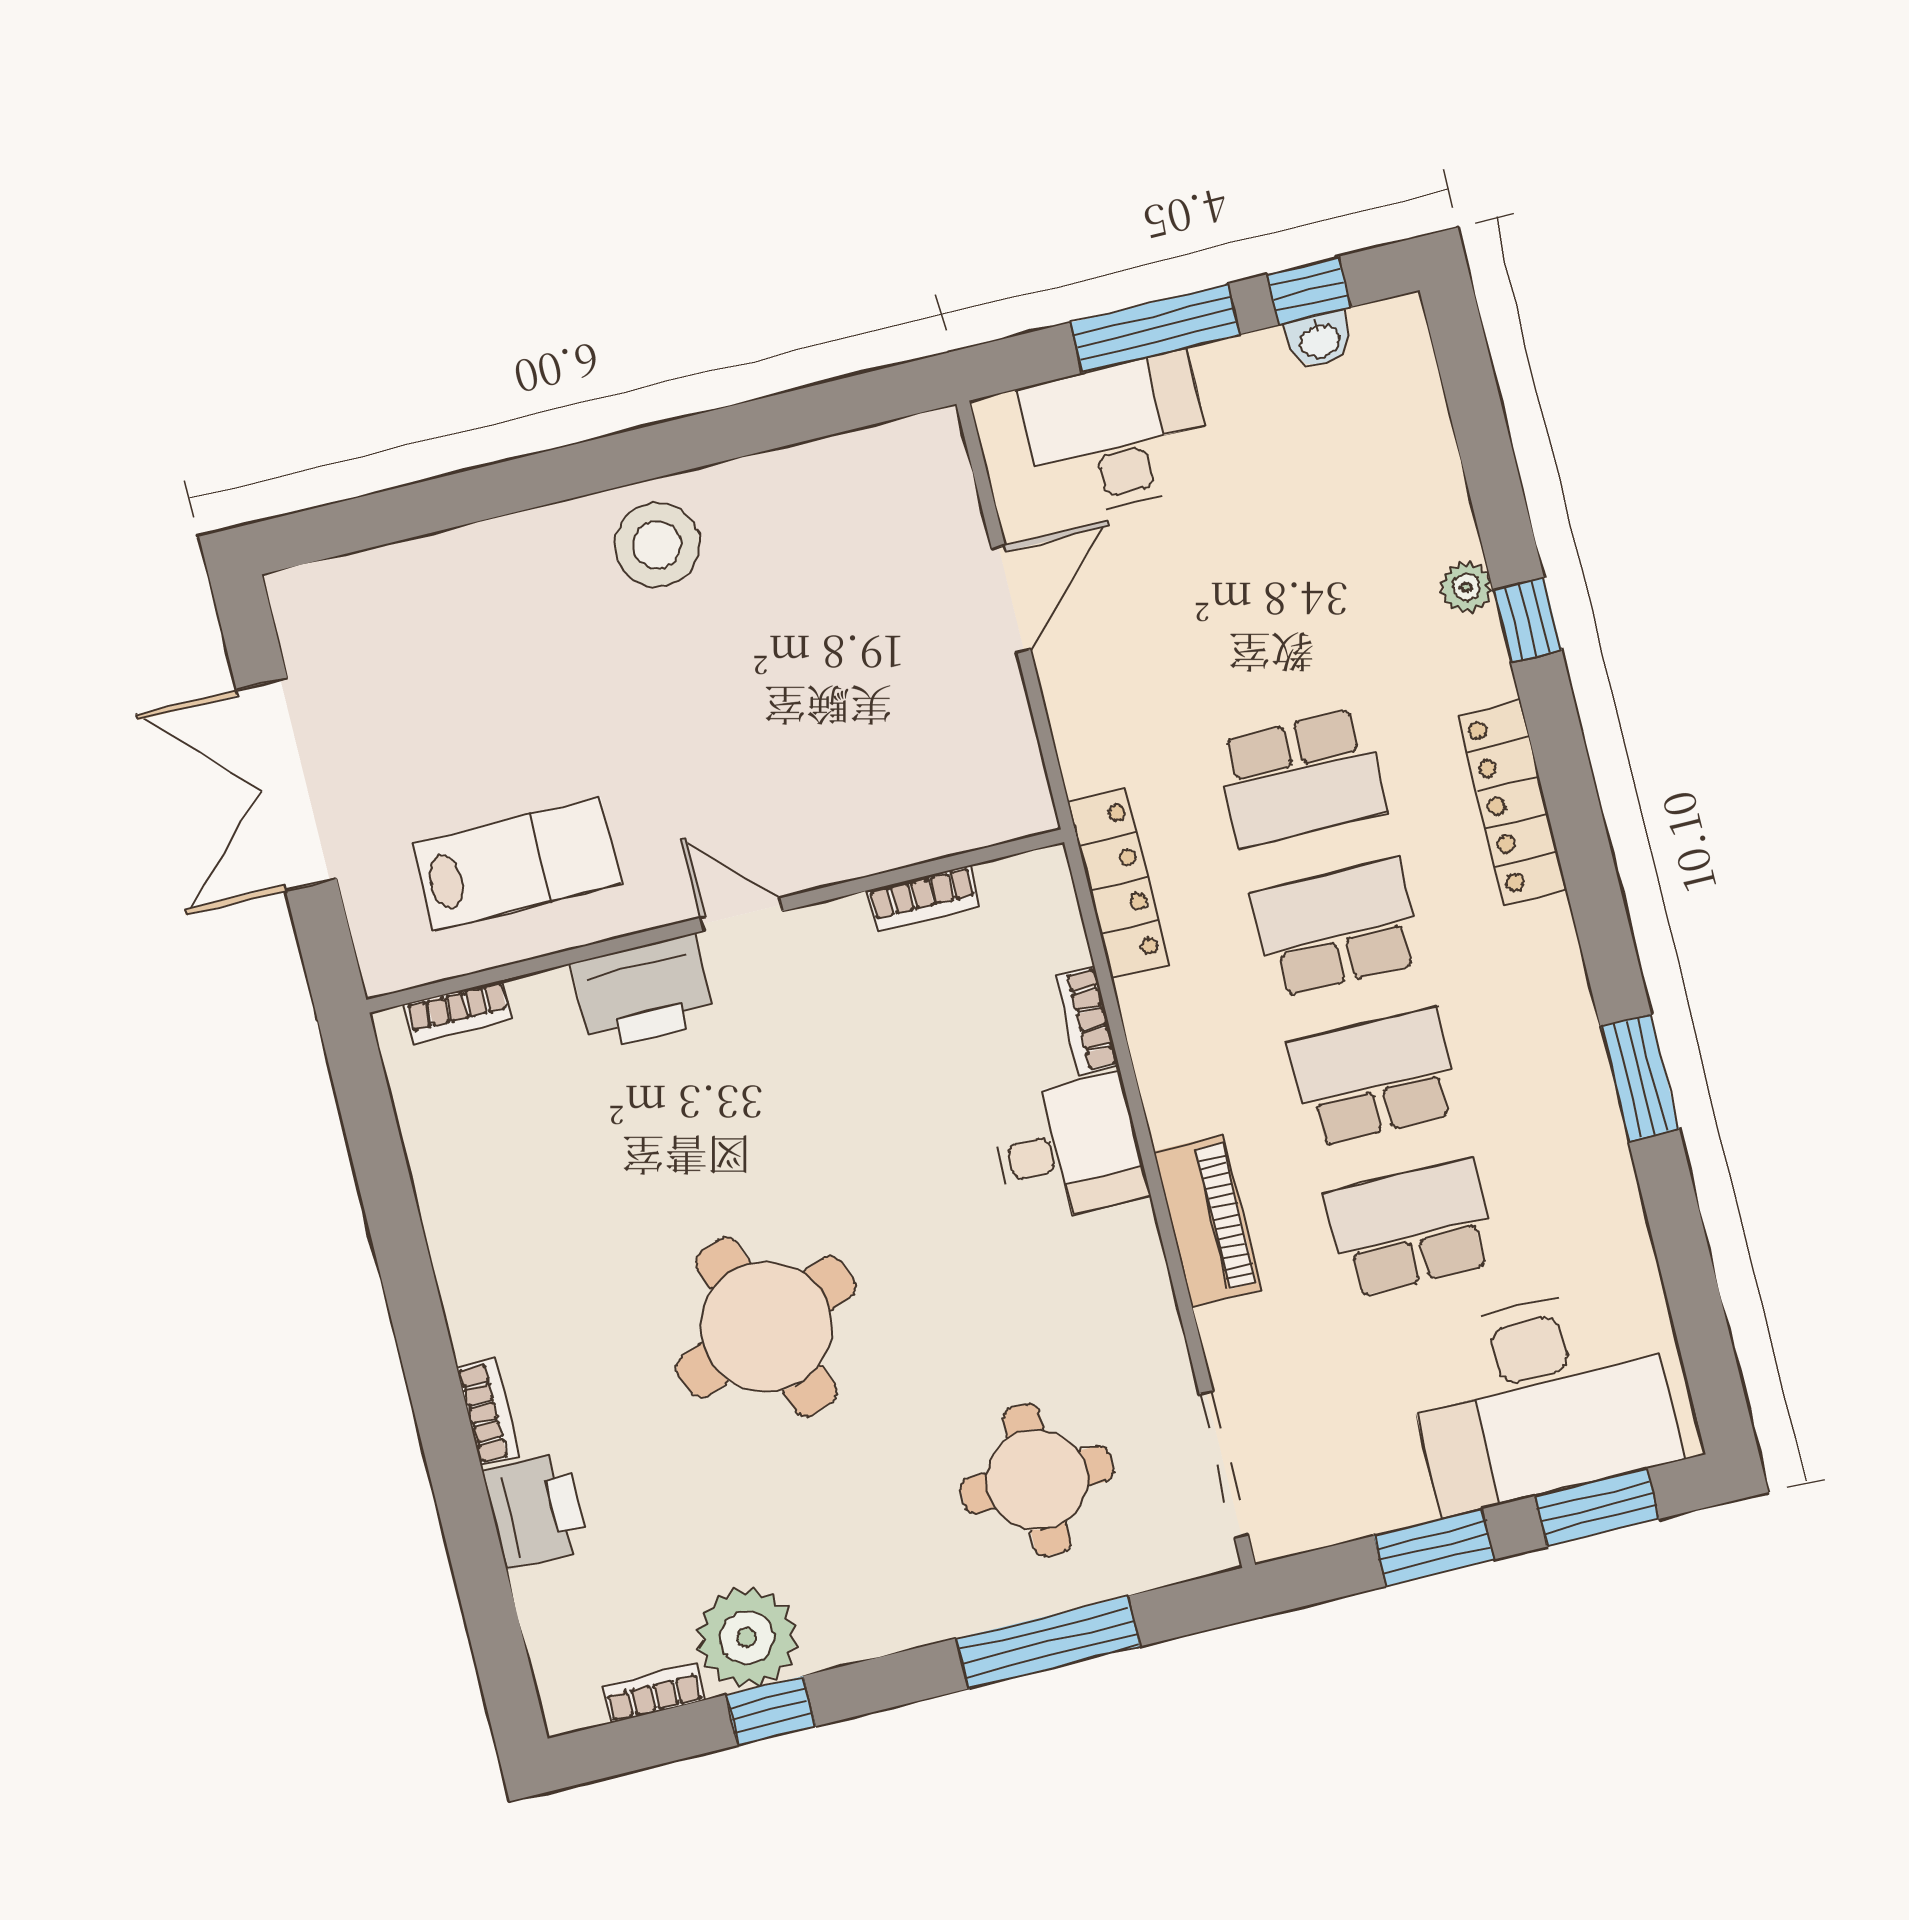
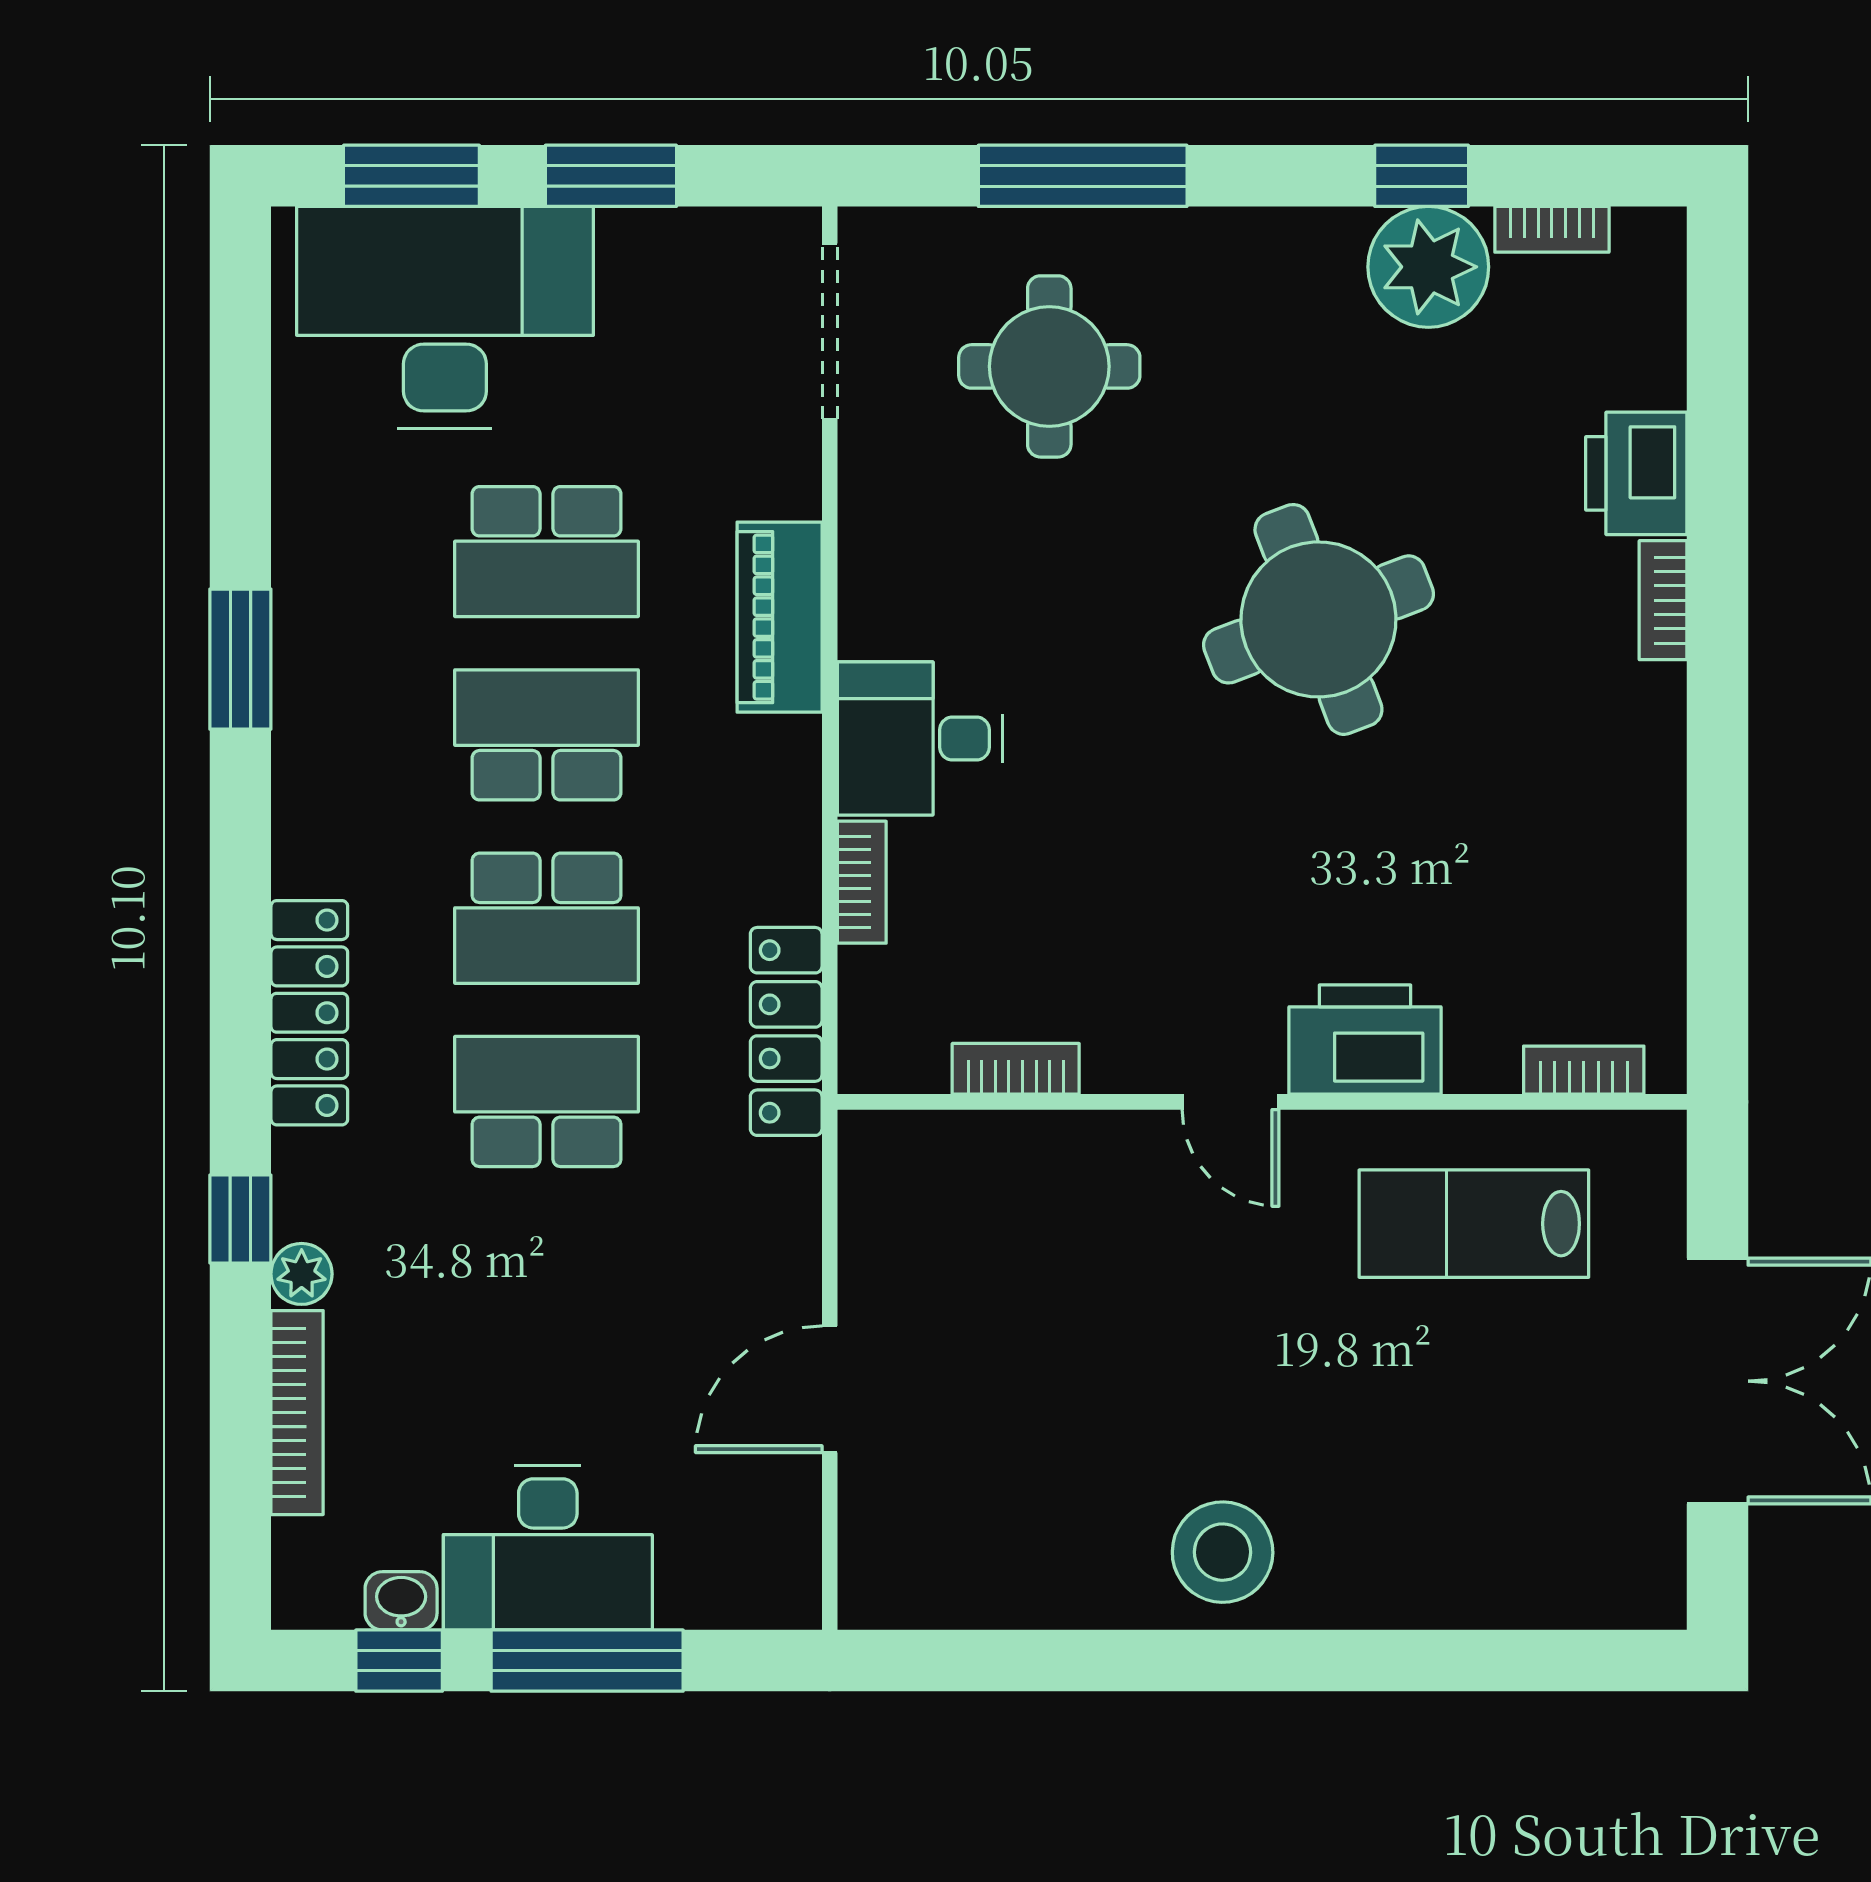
desk: (1117, 435) -> (548, 1548), moved
bookcase: (1442, 473) -> (297, 1413), added
school desk: (1374, 1077) -> (547, 735), turned 180

